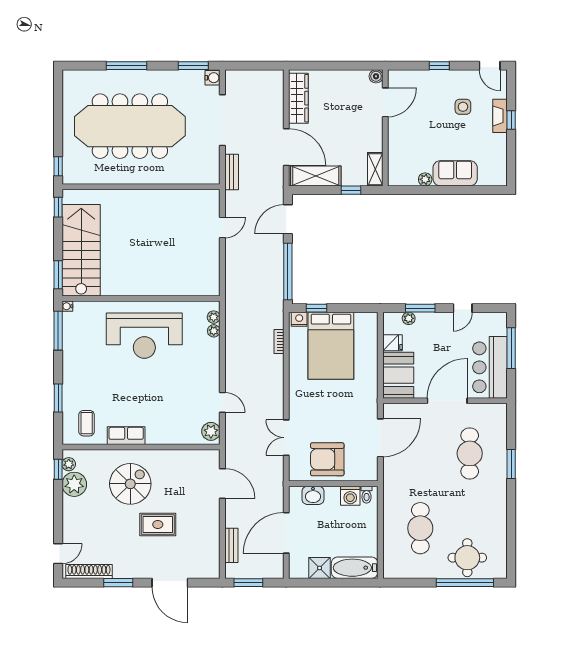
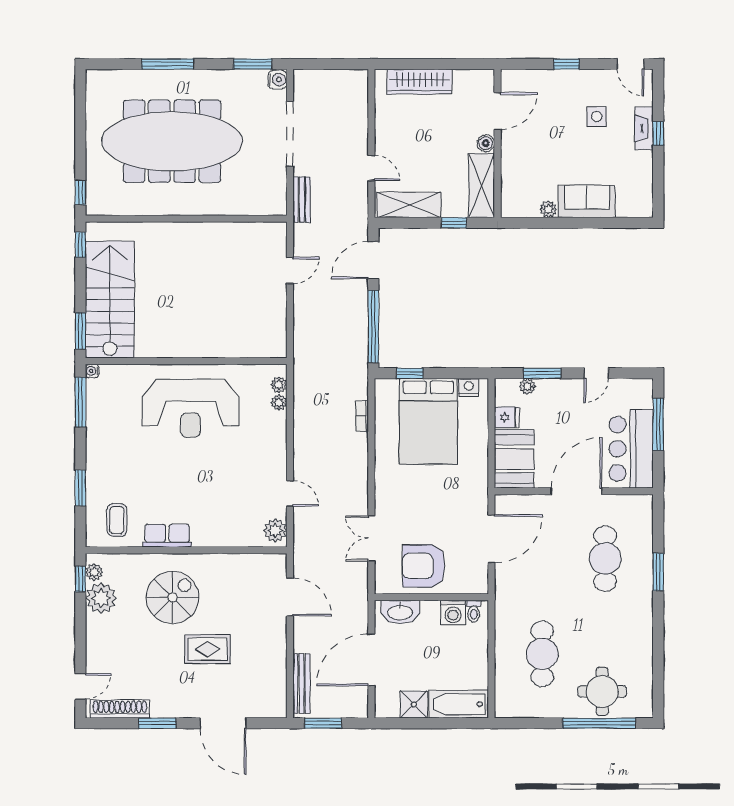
boiler: (376, 76) -> (486, 143), moved
wardrobe: (298, 98) -> (420, 82), moved, turned 90
door: (286, 147) -> (371, 168), width x0.53
shelving: (375, 169) -> (482, 186), width x1.50, depth x1.33
nightstand: (299, 319) -> (469, 387), moved
washbasin: (313, 495) -> (400, 612), width x1.38
bench: (231, 545) -> (301, 684), width x1.36

